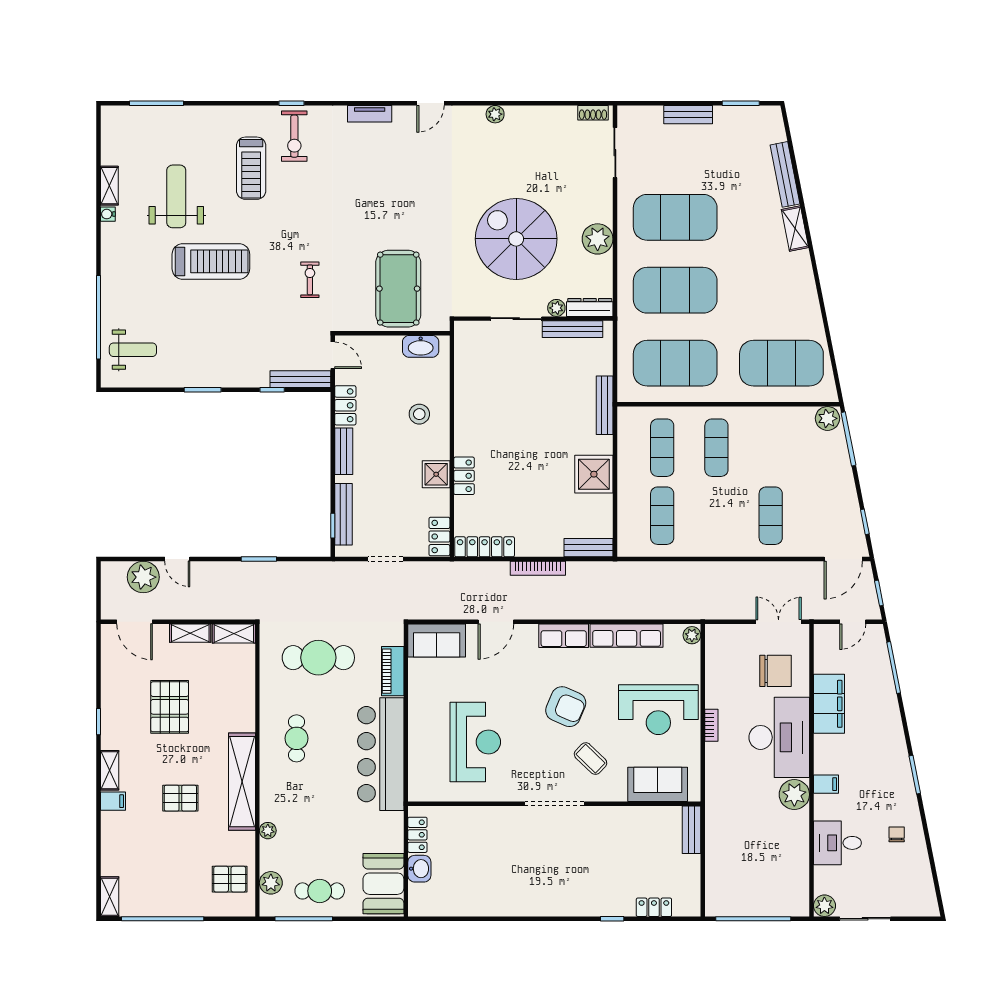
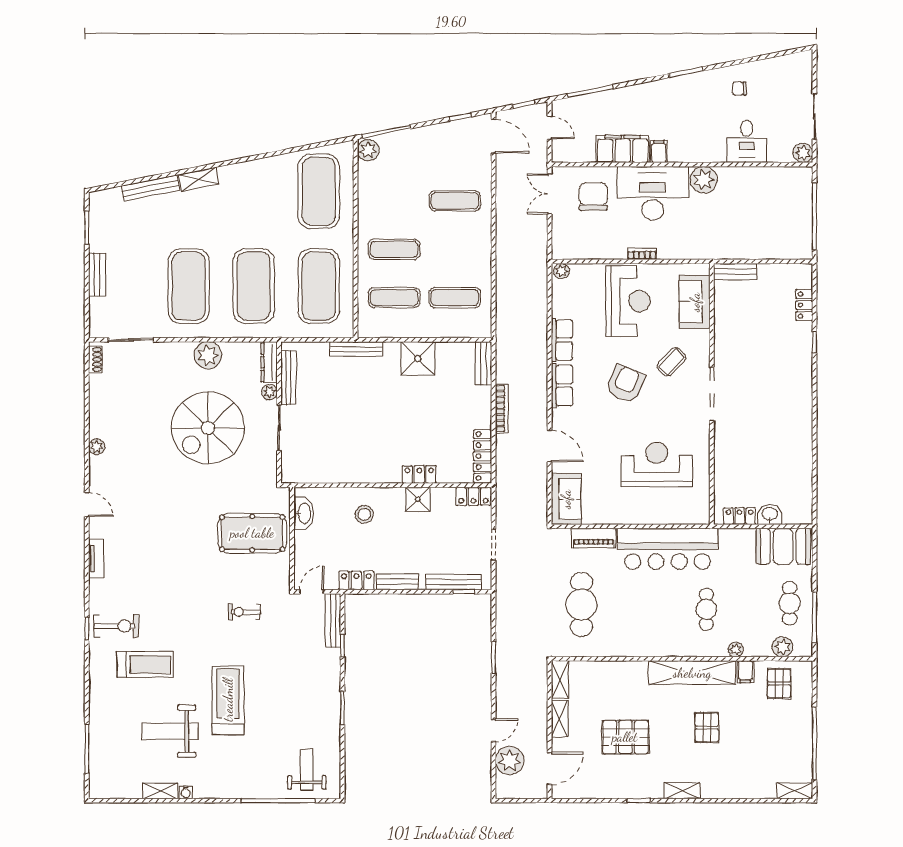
row of seats: (627, 636) -> (562, 340), width x0.68
cafe table: (297, 738) -> (706, 609), moved, turned 90
filing cabinet: (826, 784) -> (659, 152), moved
filing cabinet: (113, 801) -> (745, 672), moved, turned 180

